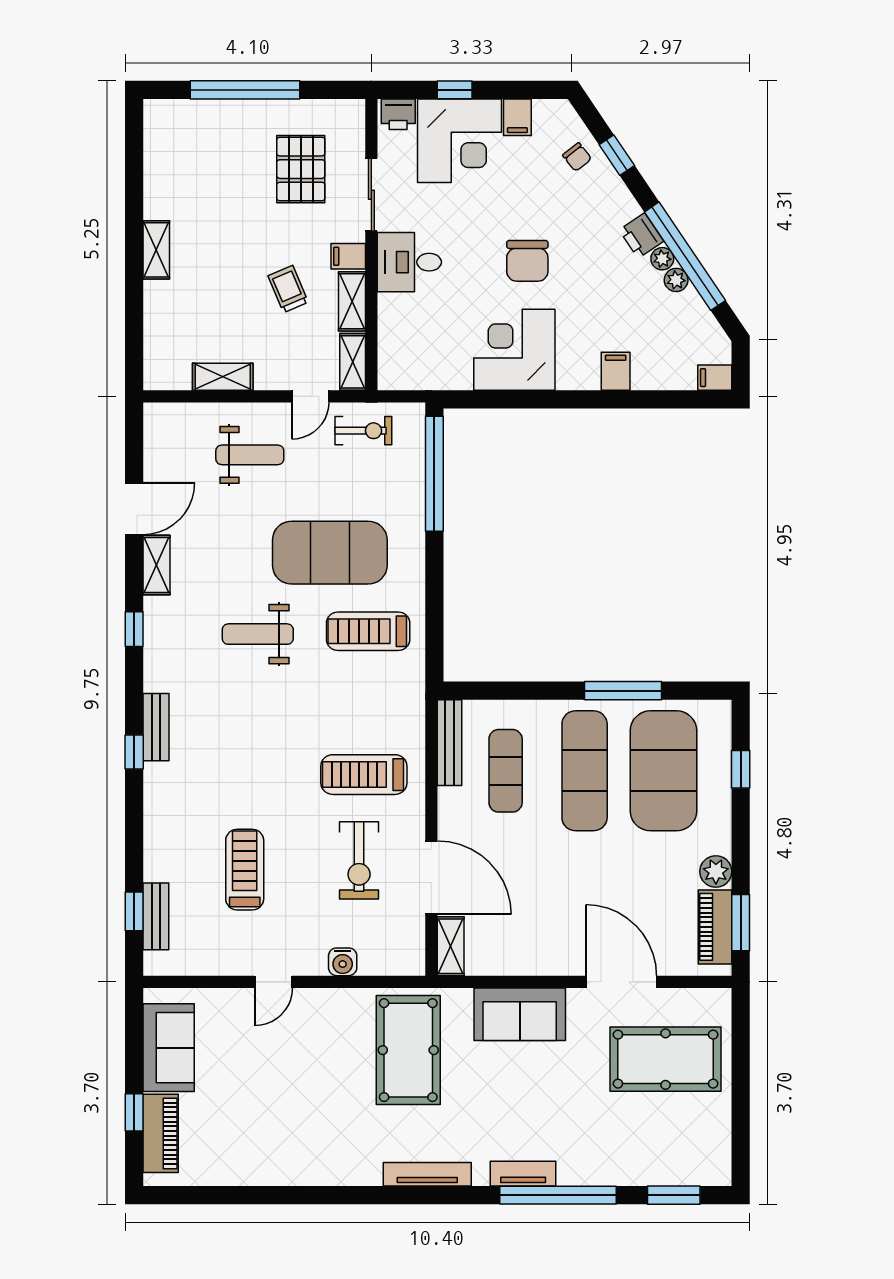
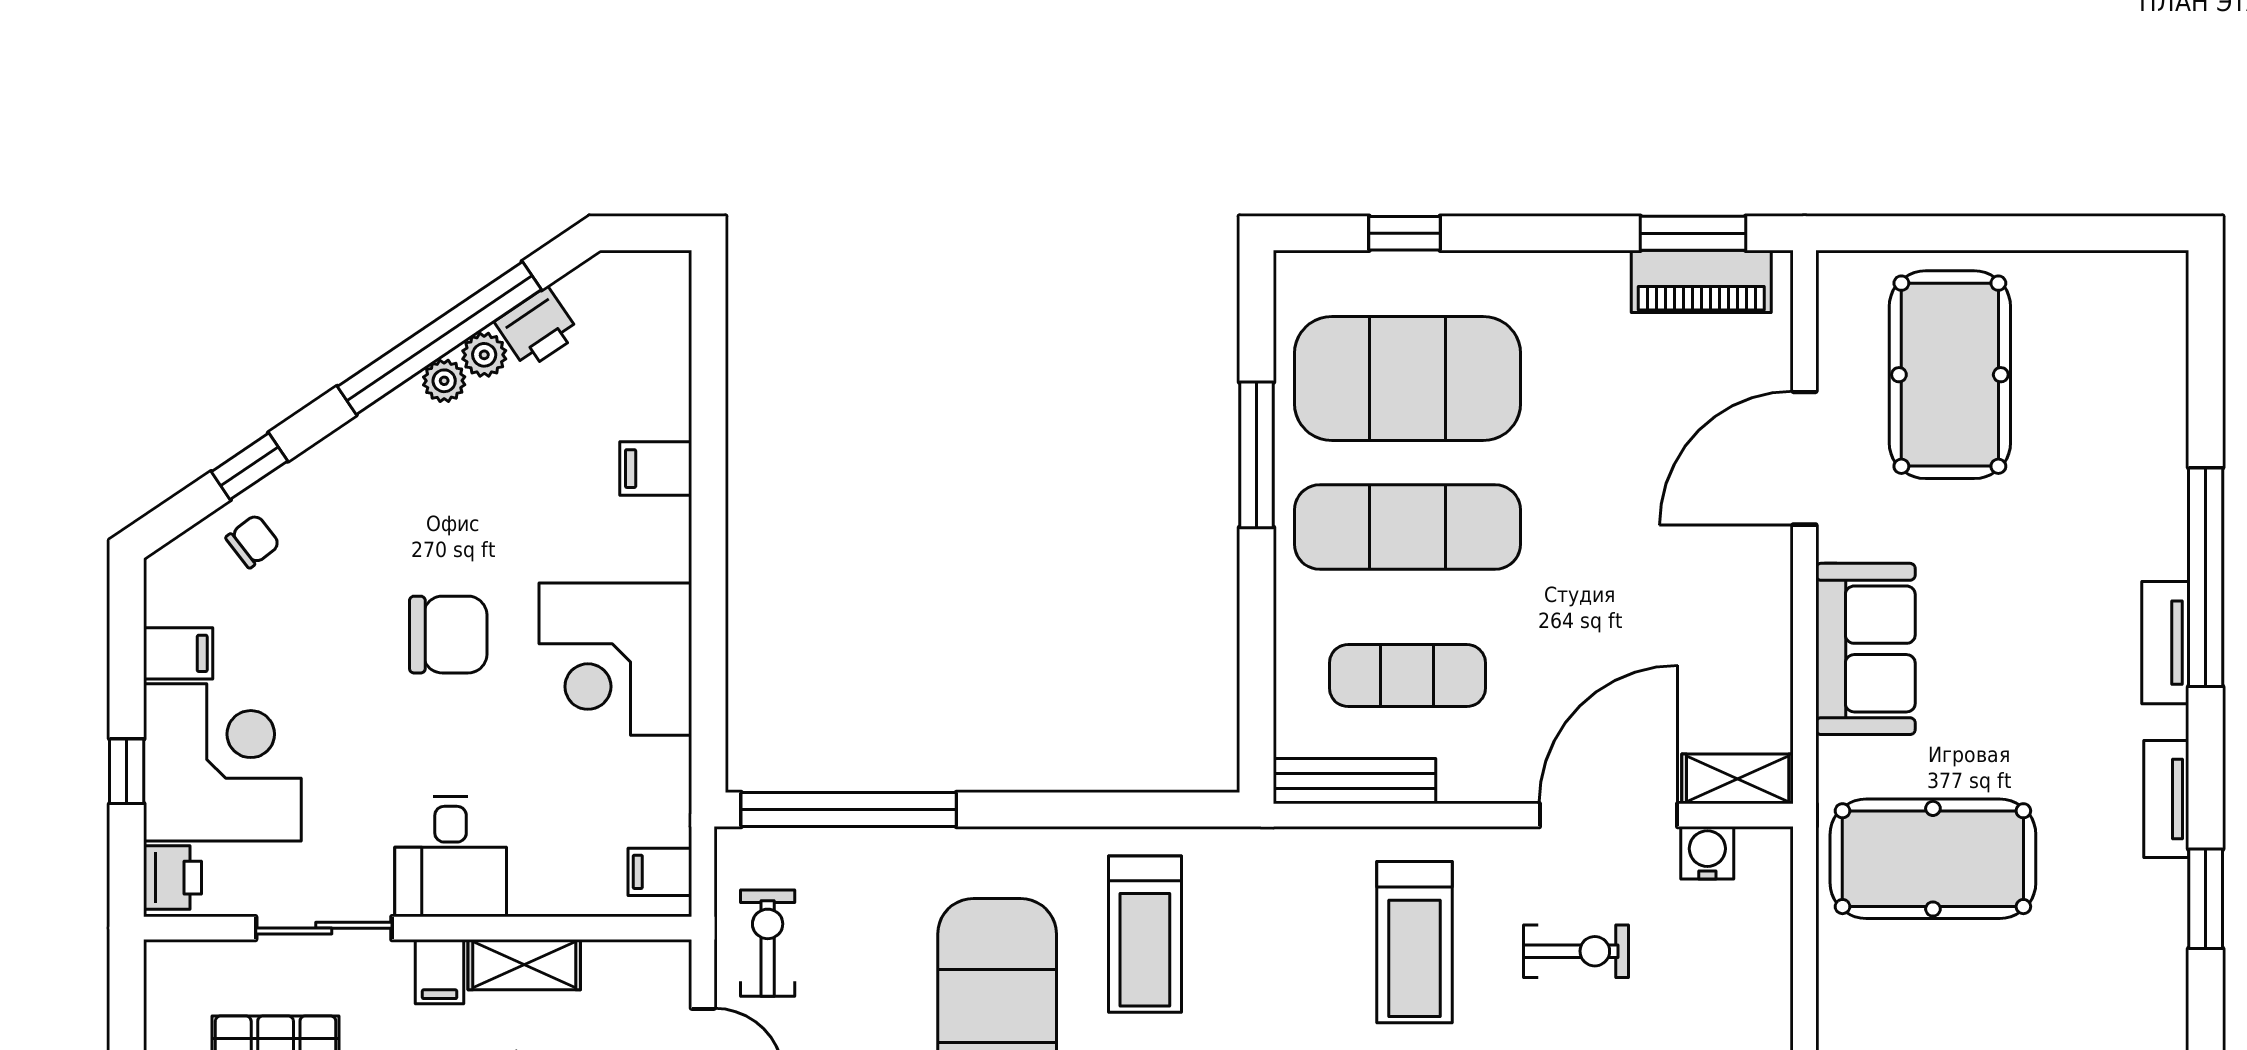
printer: (641, 236) -> (537, 328), moved
shelving: (353, 362) -> (638, 963), removed
filing cabinet: (715, 378) -> (660, 872), moved, turned 90
exercise bike: (359, 860) -> (1576, 951), width x0.73, depth x0.72
plant: (716, 871) -> (1597, 280), removed
water cooler: (343, 962) -> (1707, 853), moved, turned -90
tv unit: (427, 1174) -> (2166, 799), width x0.71
window: (674, 1195) -> (2206, 899), moved

